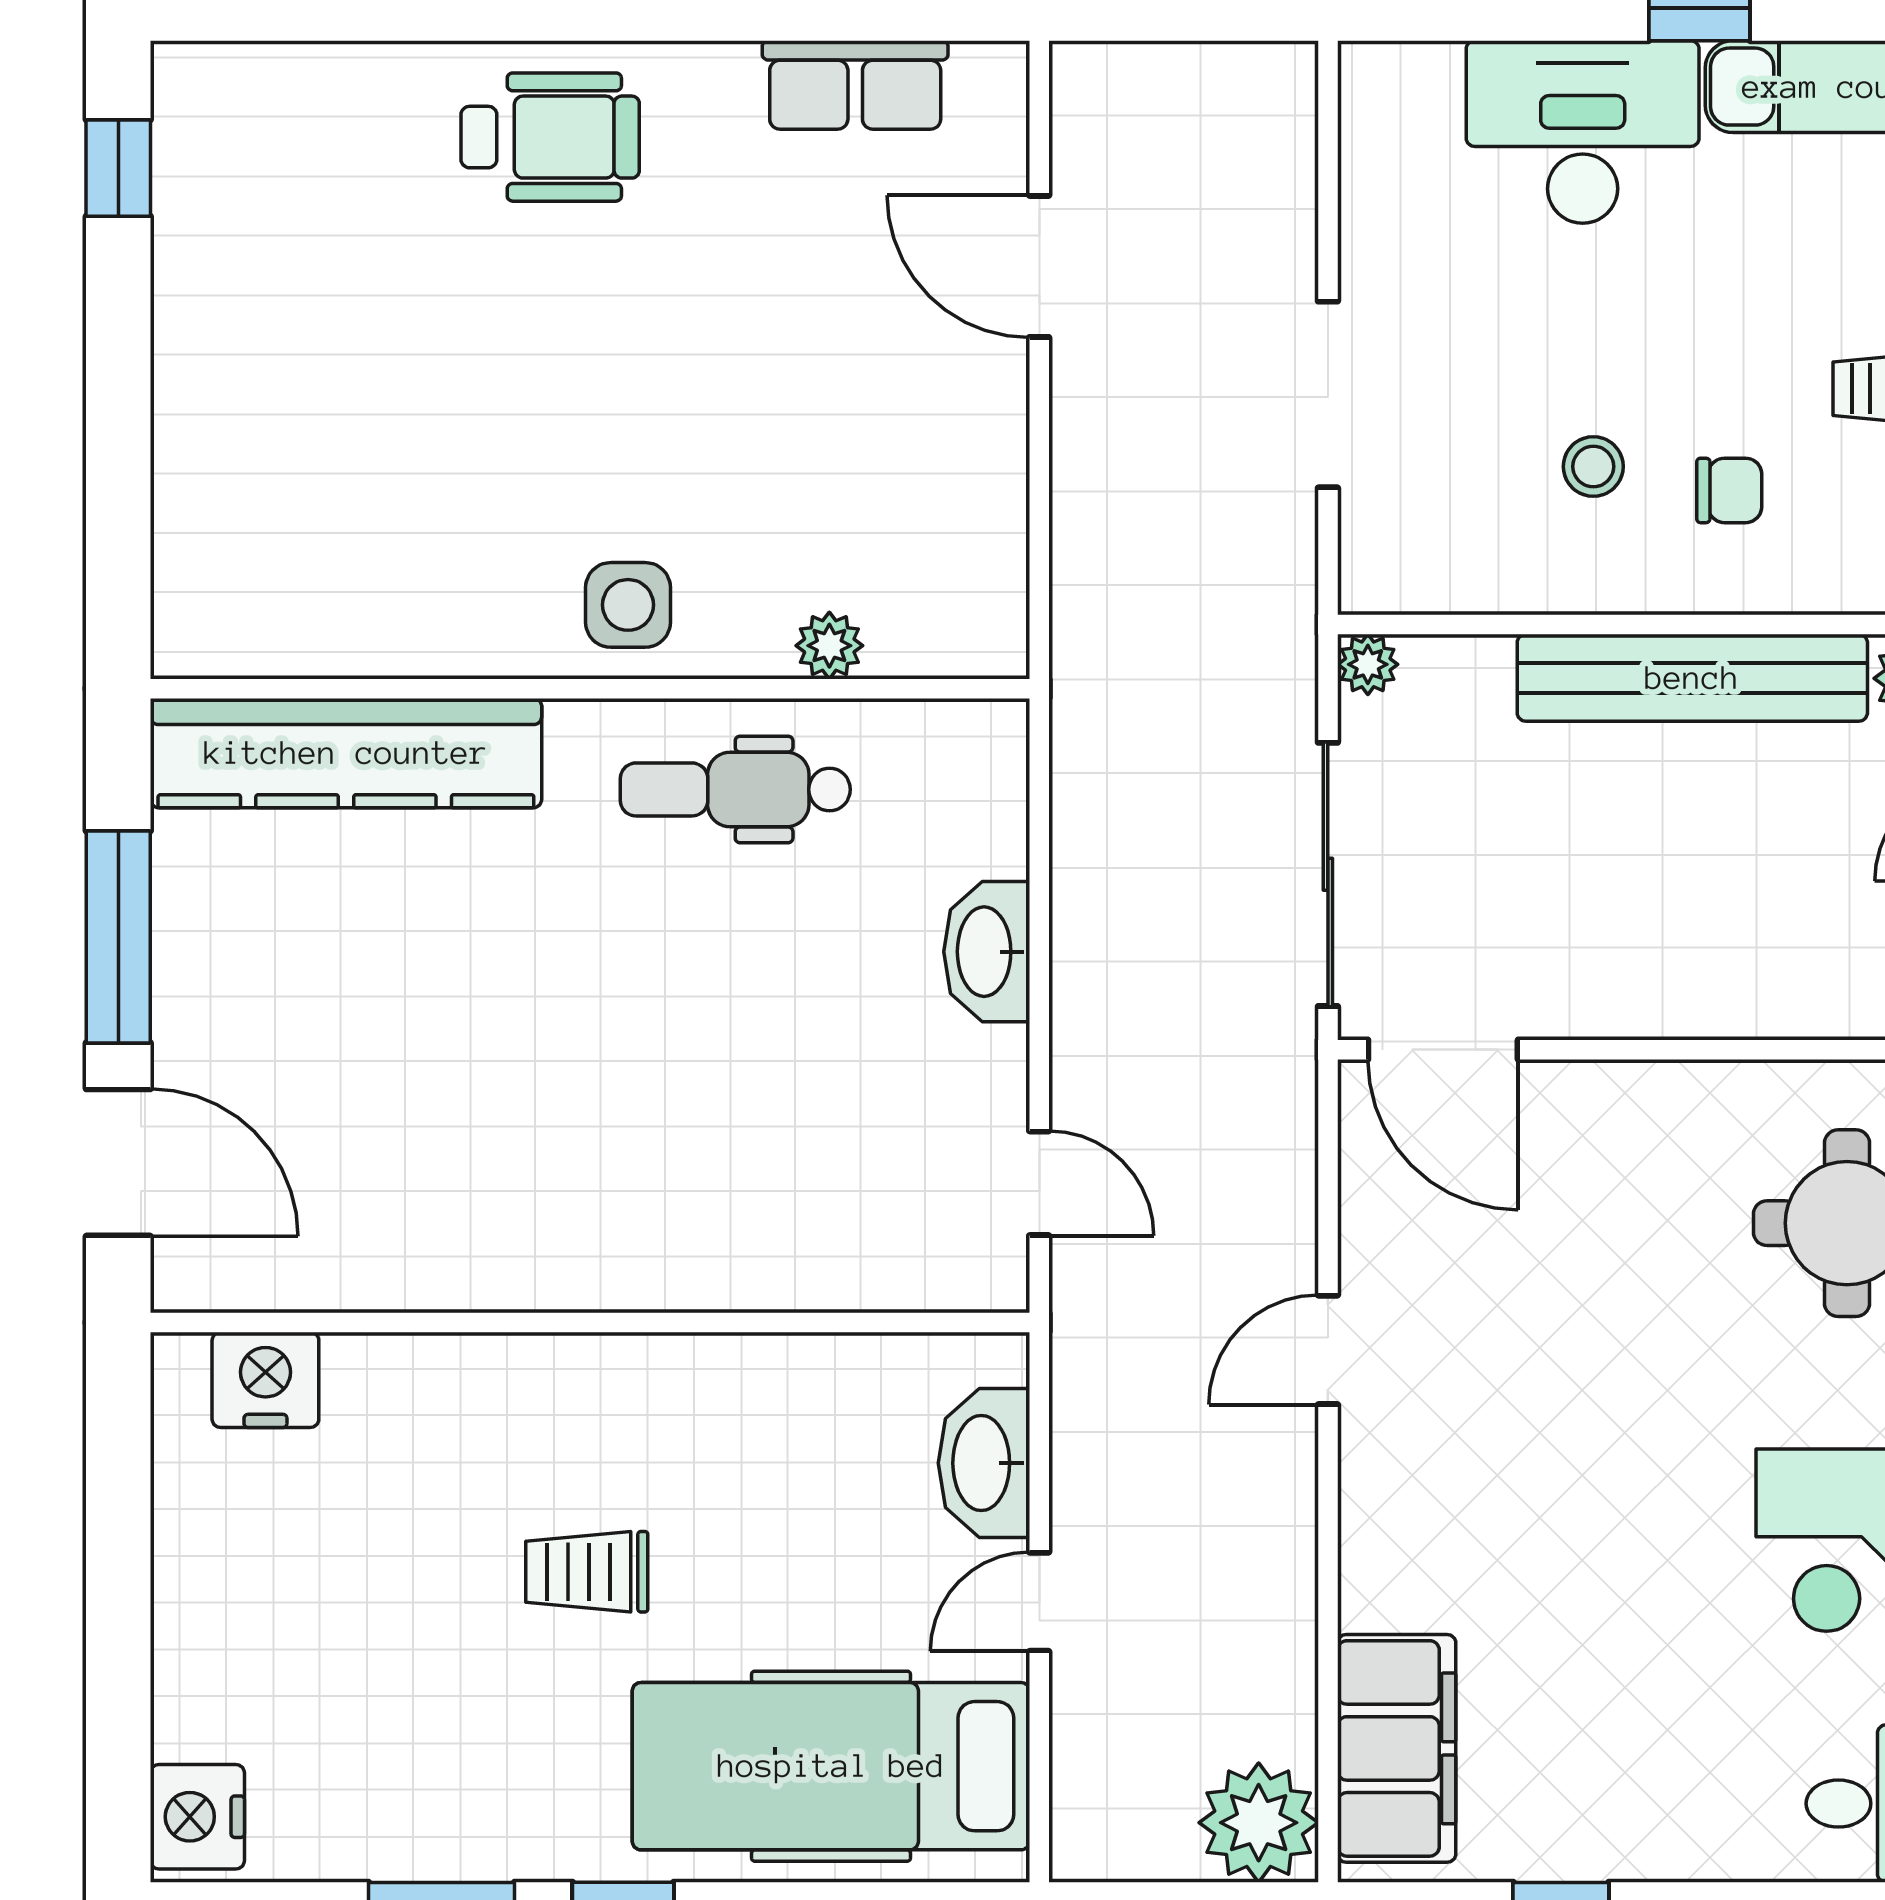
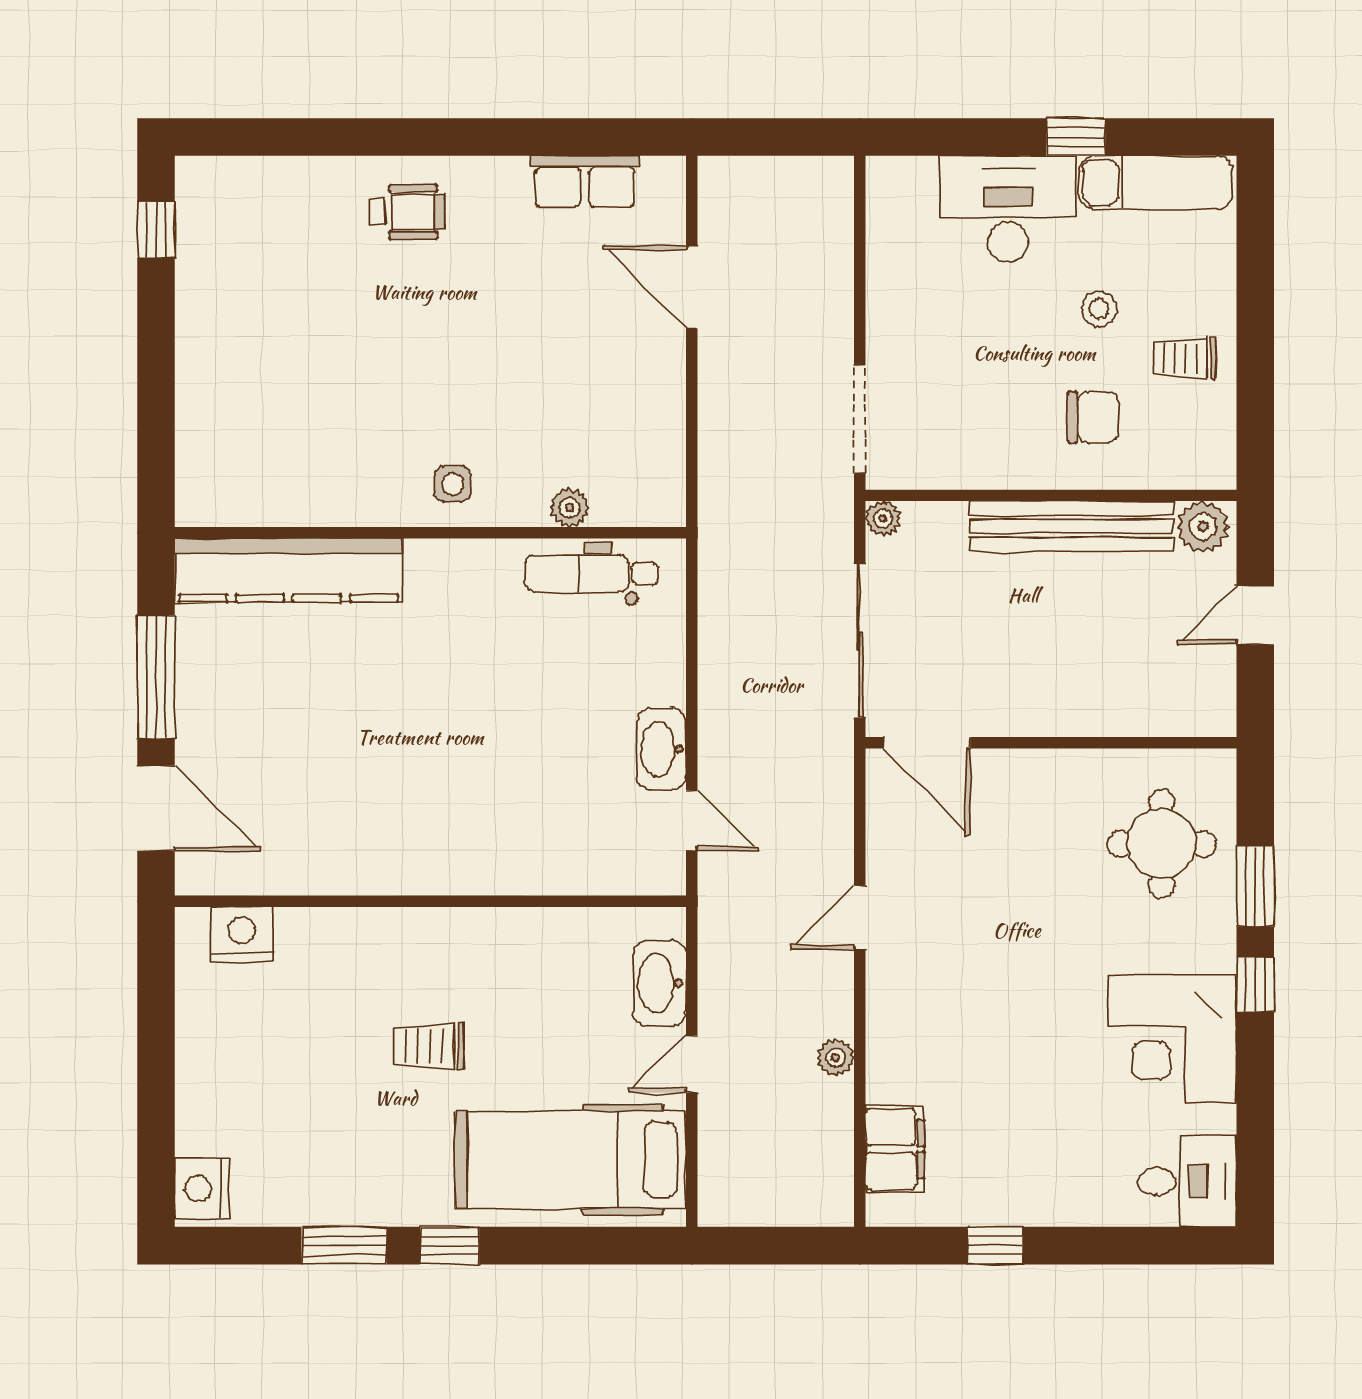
wheelchair: (550, 137) -> (407, 212), width x0.73, depth x0.73
doorway: (1328, 394) -> (860, 419), moved
stool: (1593, 467) -> (1099, 309), moved
chair: (1729, 490) -> (1093, 417), width x1.37, depth x1.37
side table: (628, 605) -> (453, 484), width x0.73, depth x0.73
dental chair: (735, 789) -> (591, 574), moved
washbasin: (987, 952) -> (661, 749), moved
filing cabinet: (1397, 1748) -> (895, 1149), width x0.67, depth x0.86
plant: (1259, 1823) -> (836, 1058), moved, width x0.53, depth x0.53

